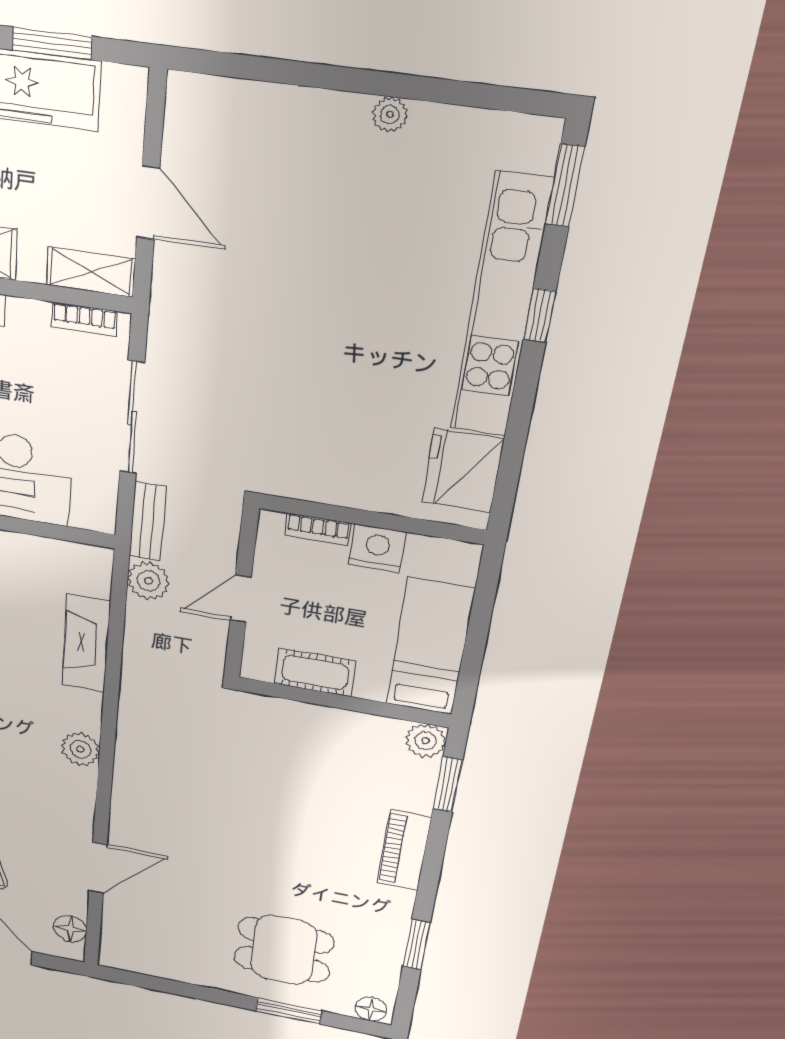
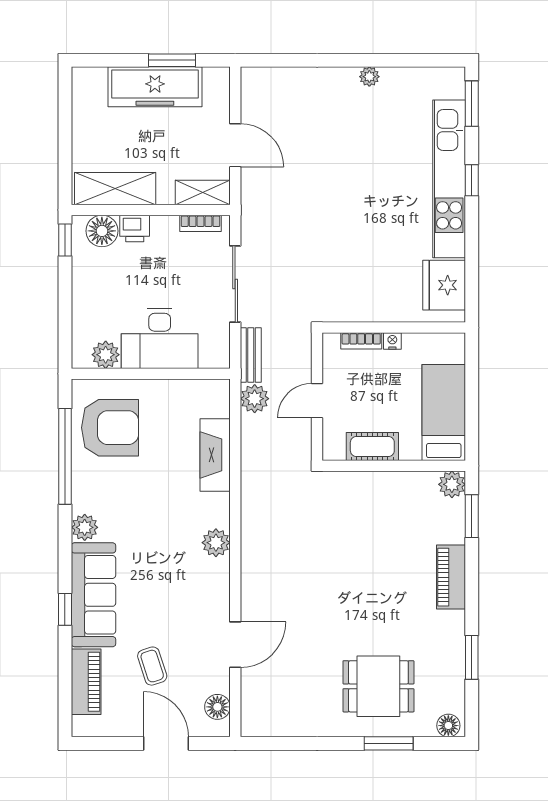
nightstand: (377, 548) -> (392, 341), width x0.53, depth x0.56

